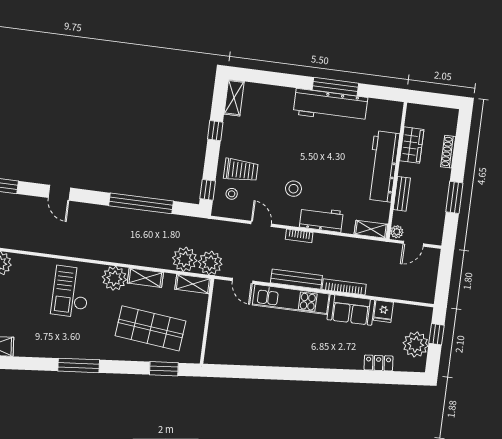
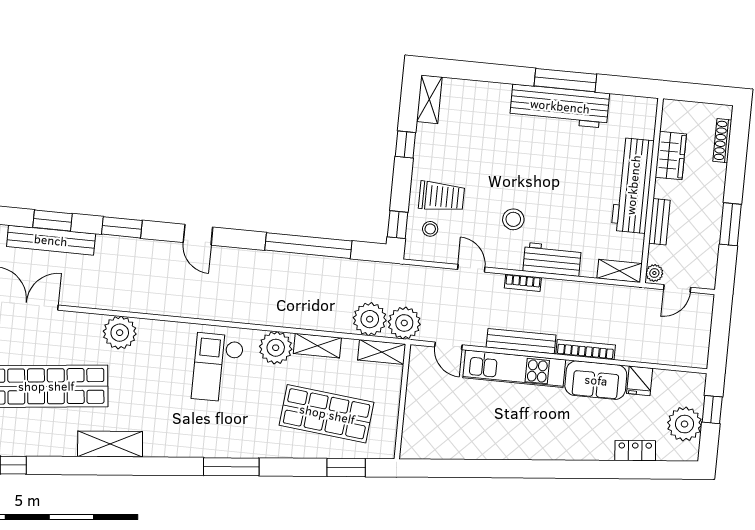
shoe rack: (448, 152) -> (722, 141), moved

